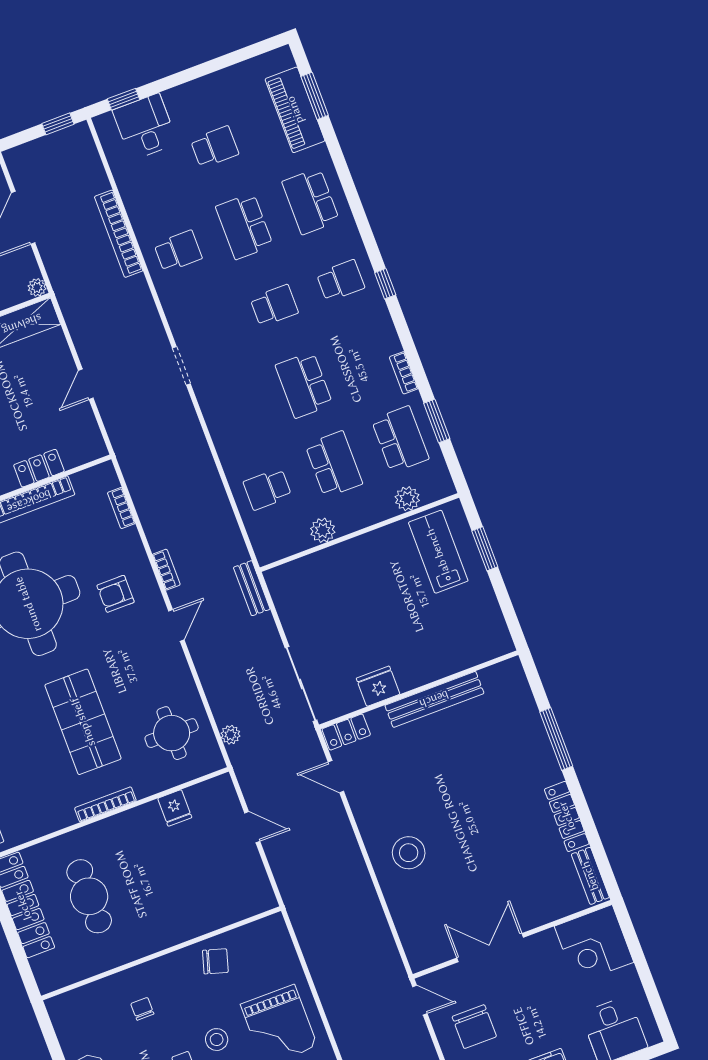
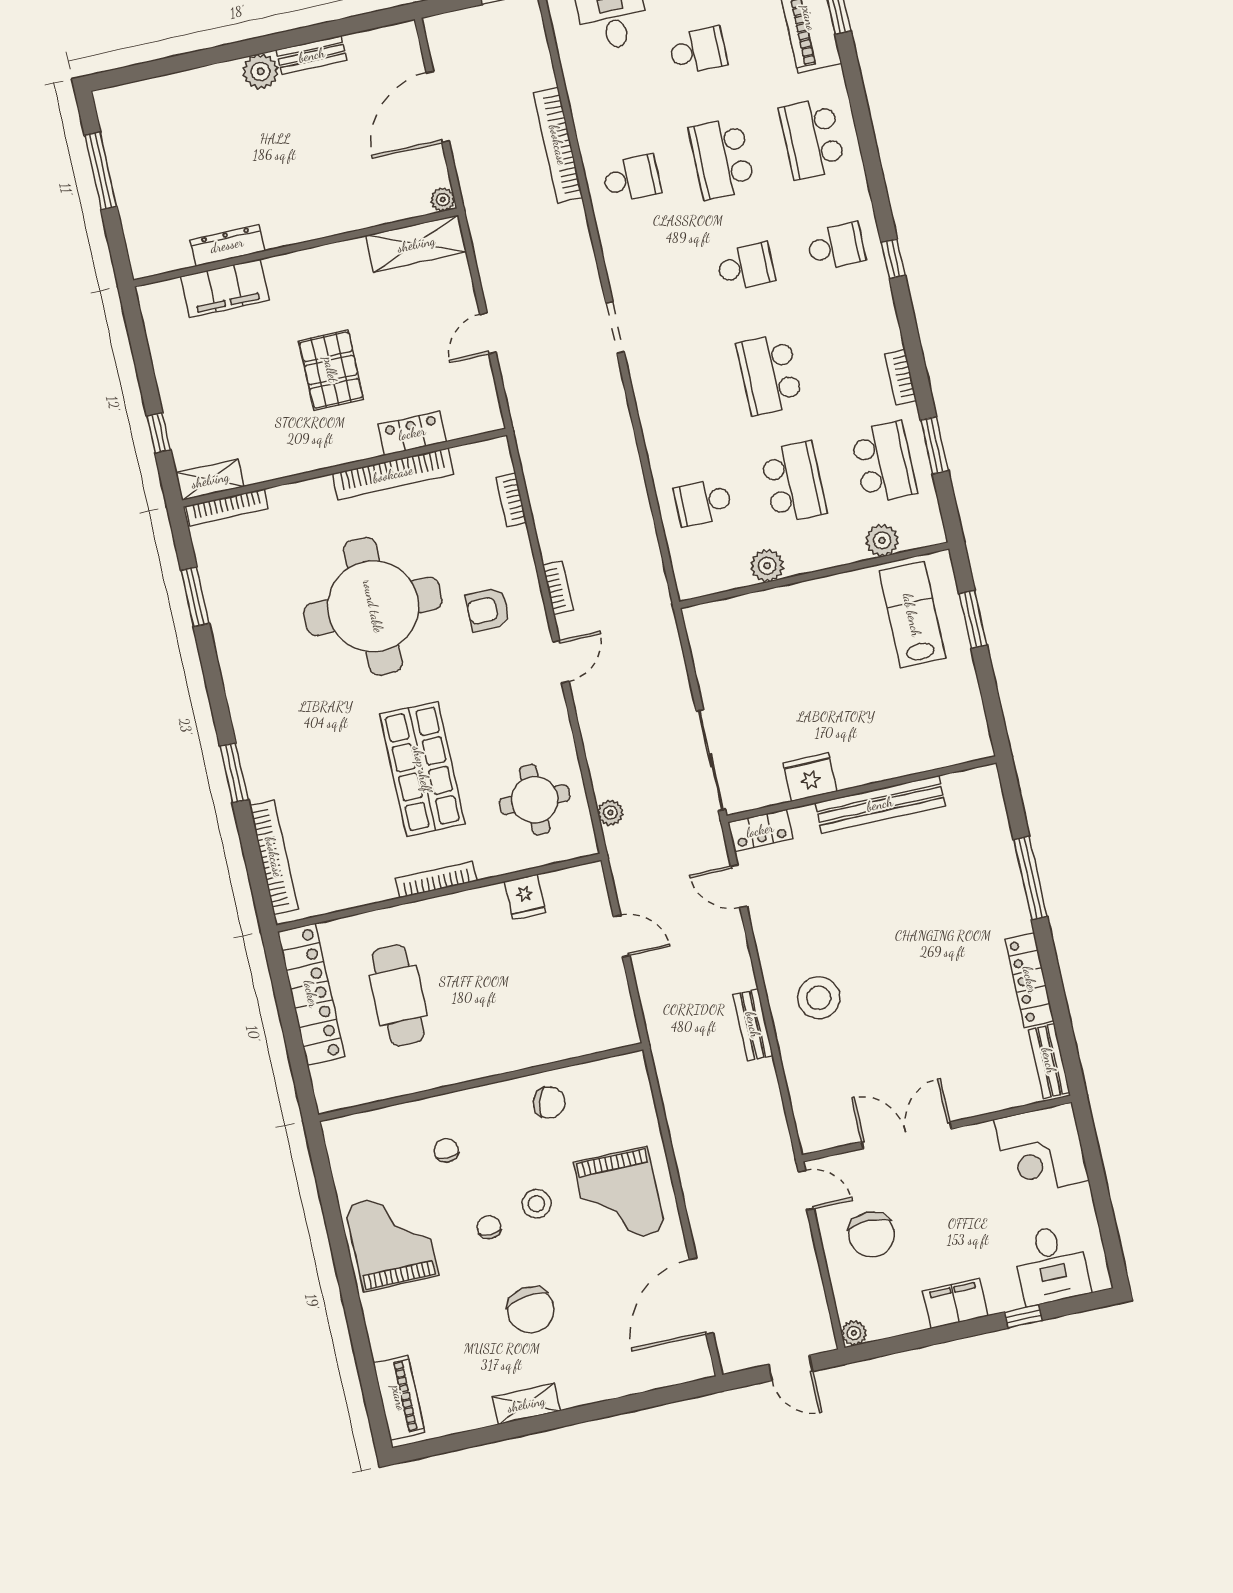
bench: (252, 588) -> (753, 1025), moved

